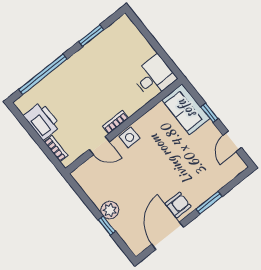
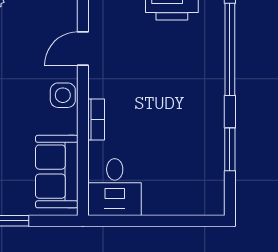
sofa: (186, 109) -> (57, 172), moved, turned -90
bookcase: (115, 122) -> (96, 120), moved

